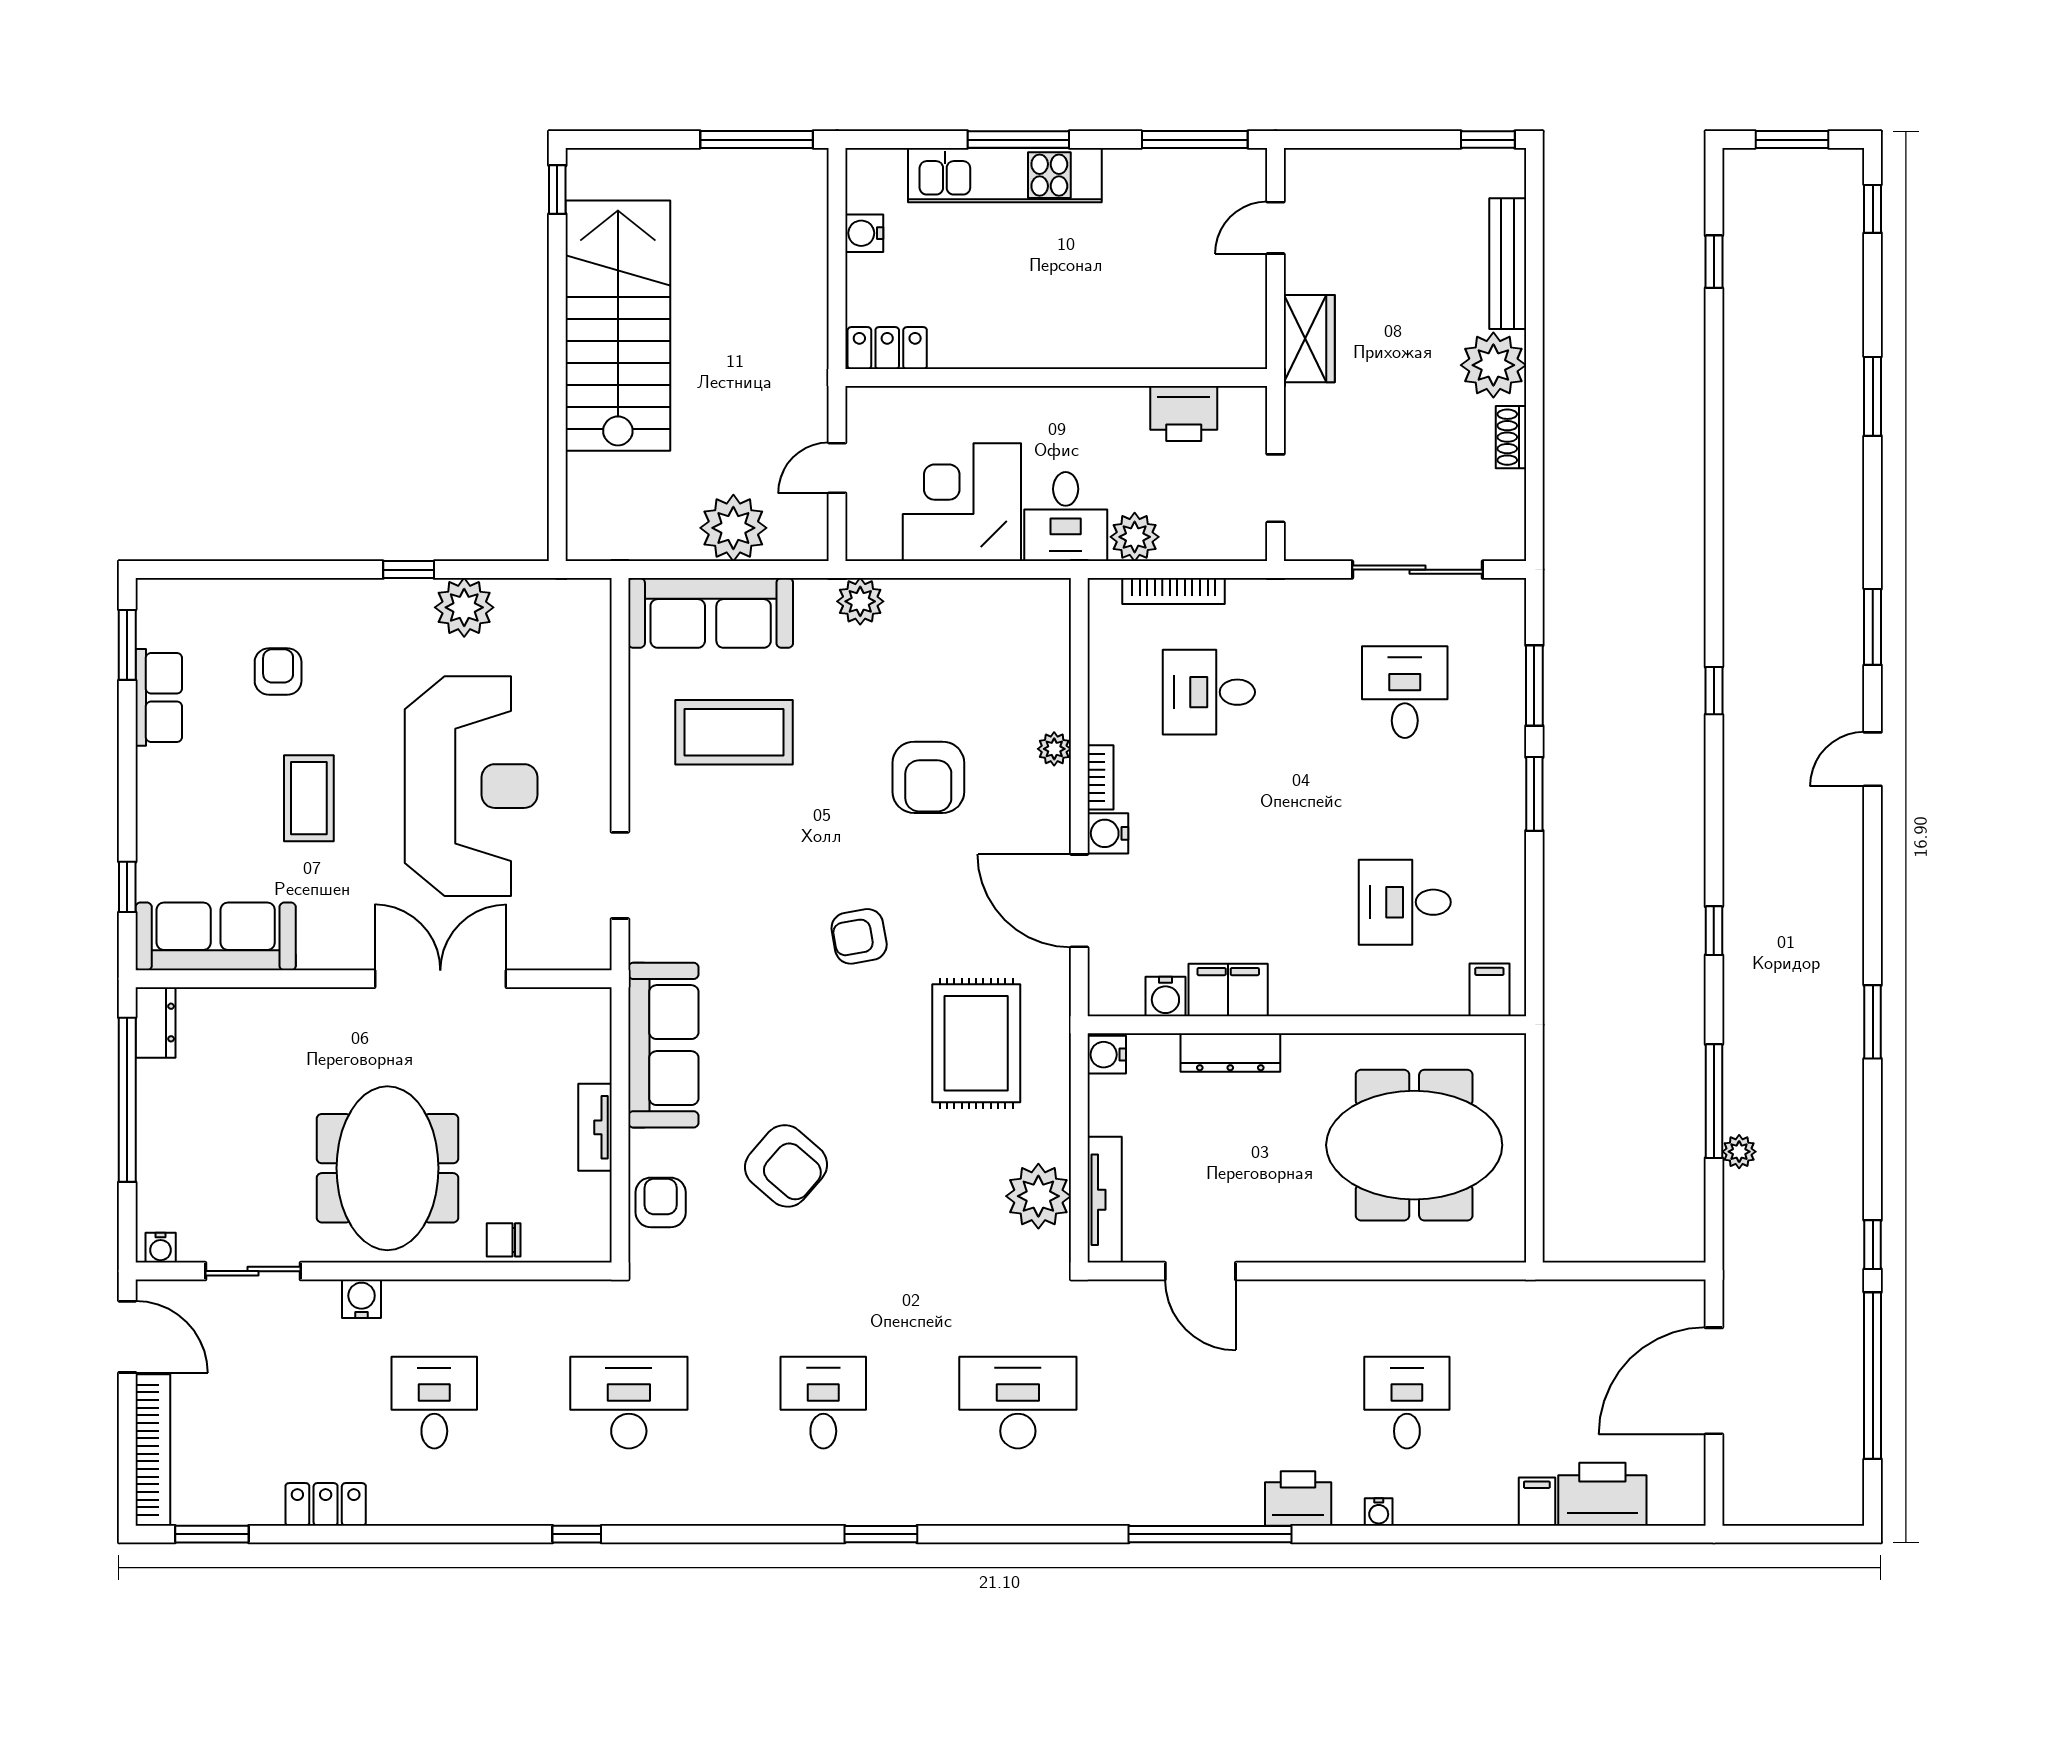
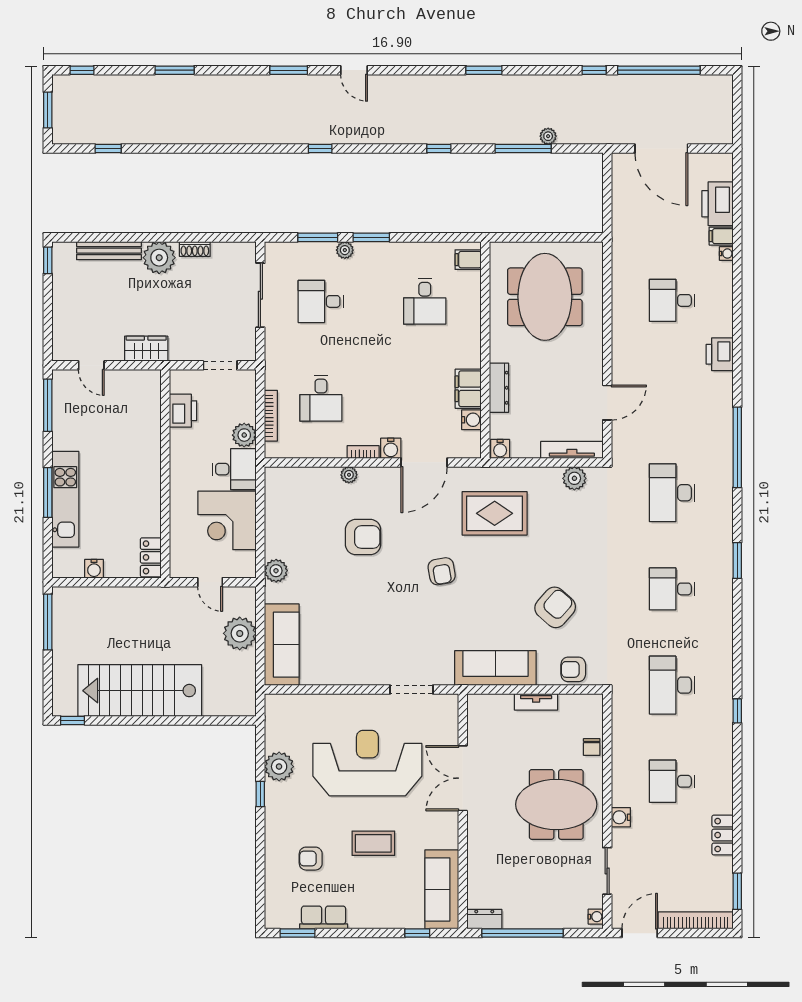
coffee table: (734, 732) -> (341, 633), removed
plant: (1509, 741) -> (345, 250), added
plant: (1038, 1196) -> (574, 478), width x0.73, depth x0.73
water cooler: (1379, 1512) -> (726, 254), moved
window: (1210, 1534) -> (737, 447), moved

